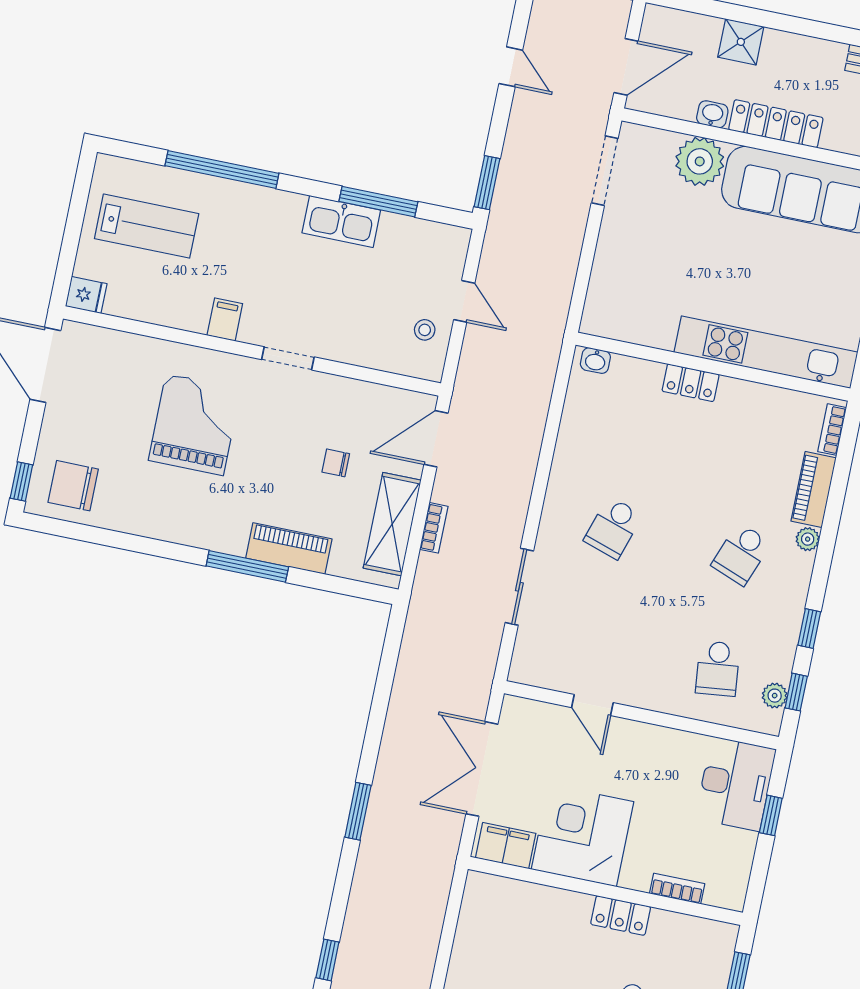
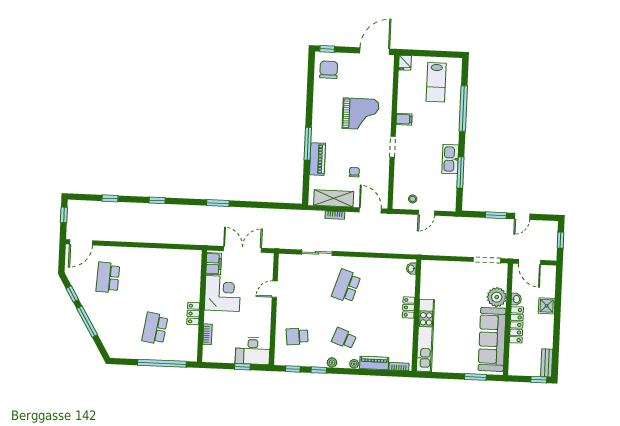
window: (487, 183) -> (496, 215), moved
school desk: (613, 528) -> (346, 286), width x1.85
plant: (775, 696) -> (332, 362), moved

